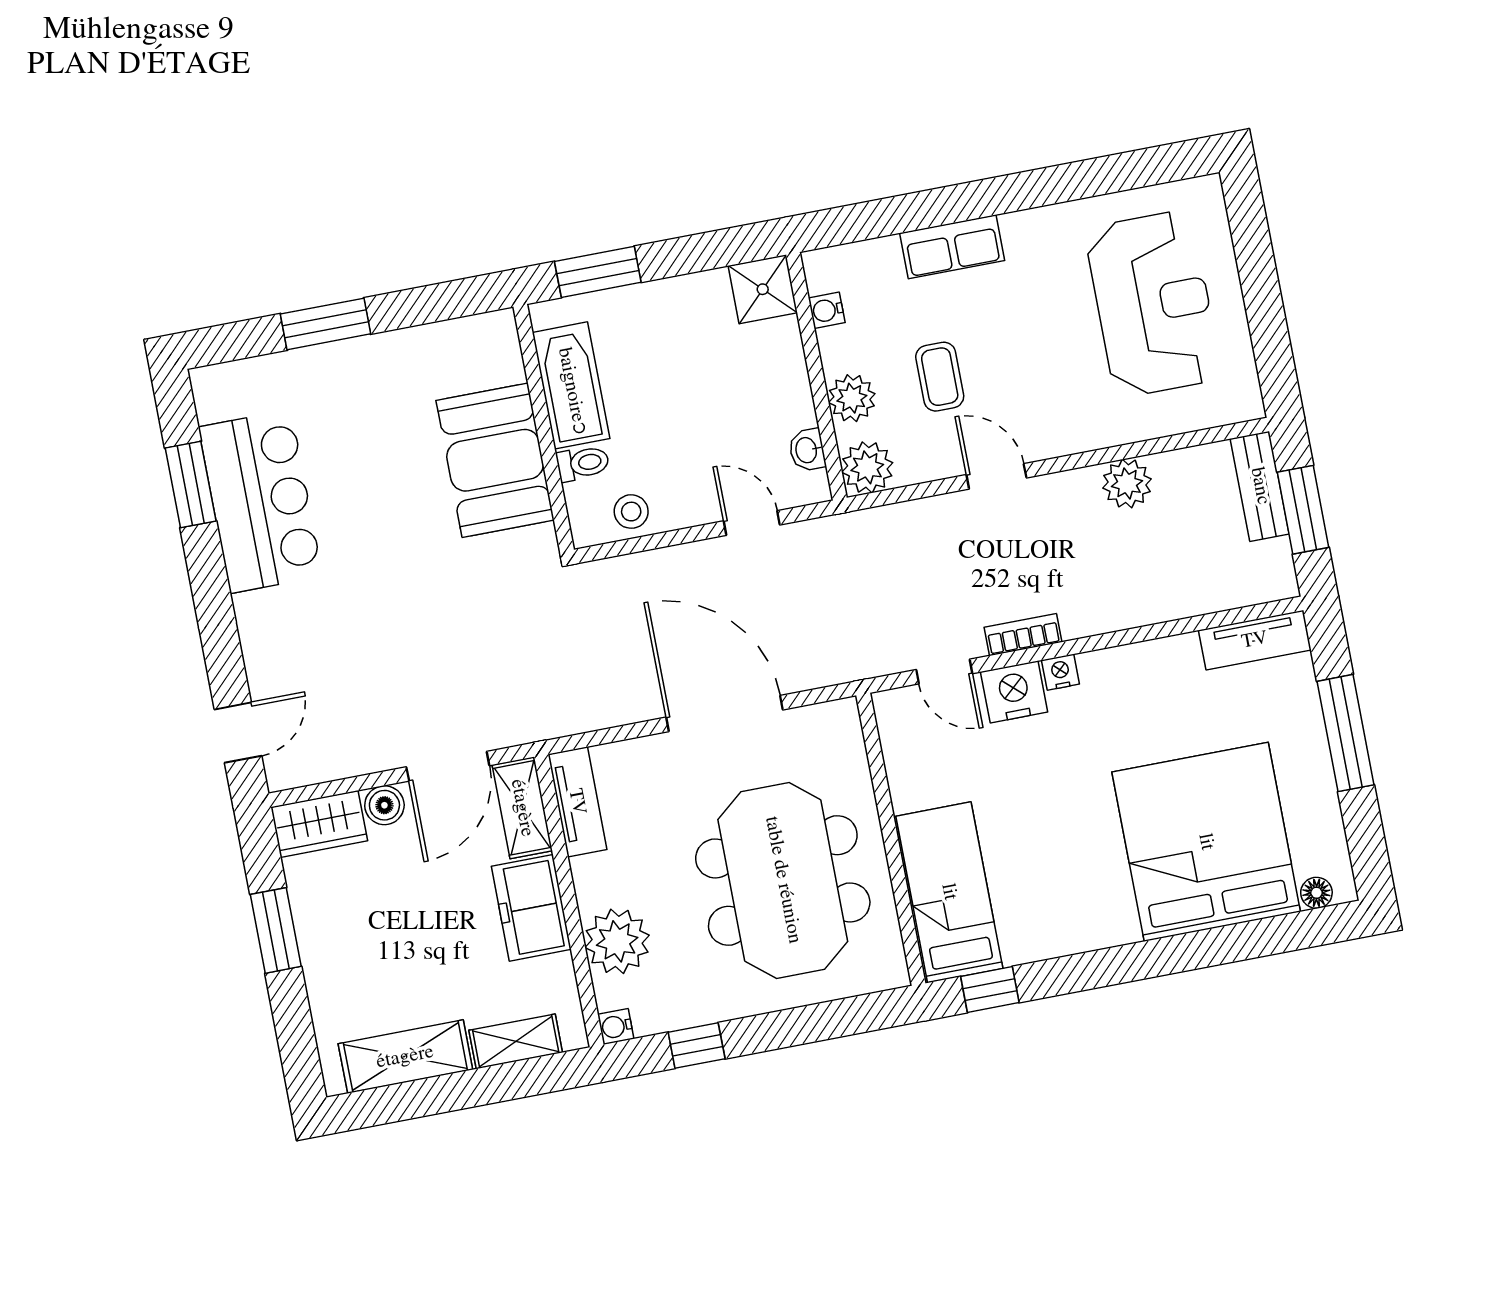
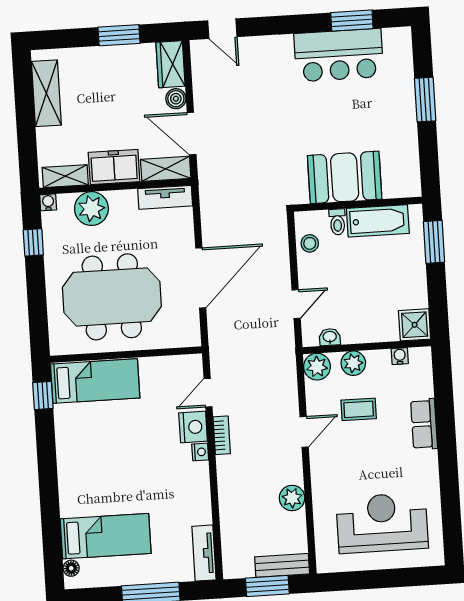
reception desk: (1153, 304) -> (382, 523), turned 180
bed: (1206, 842) -> (106, 536), width x0.49
shelving: (516, 1041) -> (65, 176), moved, turned 90

